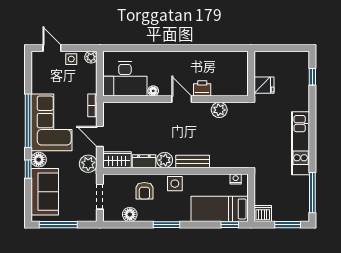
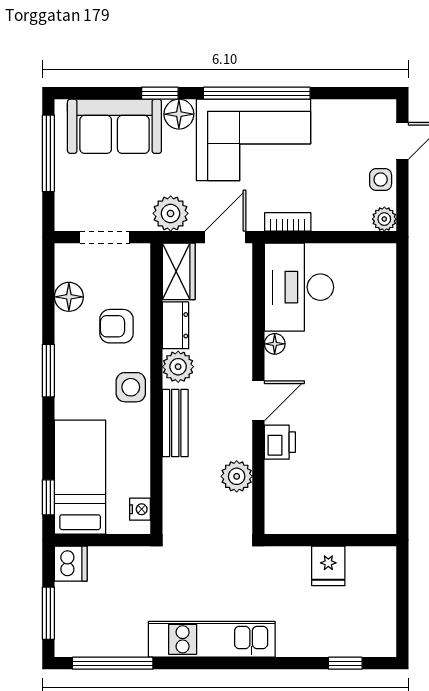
desk: (125, 79) -> (299, 287), moved
printer: (202, 88) -> (280, 442), moved
floor lamp: (153, 91) -> (275, 344), moved
wall: (176, 99) -> (258, 389), moved
door: (182, 99) -> (258, 401), moved
plant: (219, 110) -> (237, 476), moved

